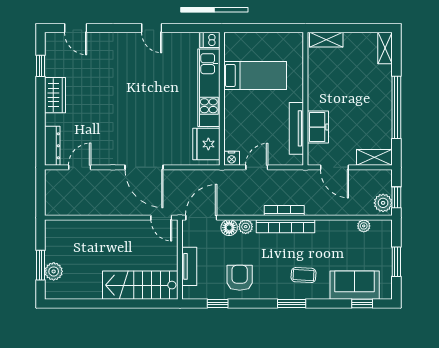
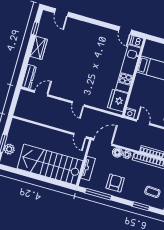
door: (152, 28) -> (125, 30), moved
door: (144, 167) -> (78, 104), width x0.53
door: (257, 167) -> (143, 122), hinge flipped
stairs: (140, 285) -> (50, 165), width x1.36, depth x1.51
window: (218, 303) -> (98, 194), width x2.17

